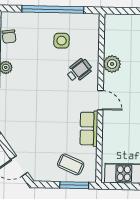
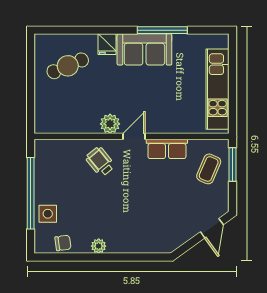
side table: (62, 41) -> (48, 214), moved
plant: (112, 64) -> (110, 124), moved

